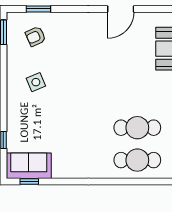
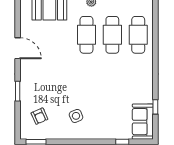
window: (38, 9) -> (18, 91), moved
cafe table: (137, 95) -> (86, 35), added
window: (29, 182) -> (155, 107), moved

